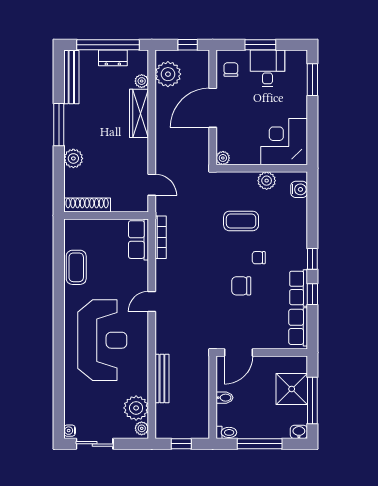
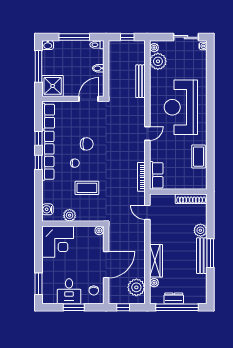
bench: (71, 77) -> (202, 256), moved
row of seats: (299, 288) -> (48, 155), width x2.02
shower: (292, 389) -> (53, 86), moved

